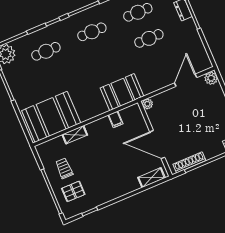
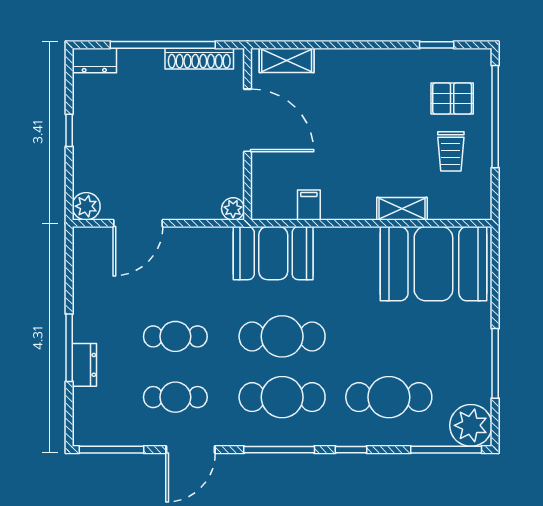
cafe table: (92, 32) -> (282, 397), width x1.37, depth x1.35
cafe table: (46, 51) -> (389, 397), width x1.37, depth x1.35
cafe table: (103, 58) -> (282, 336), added

